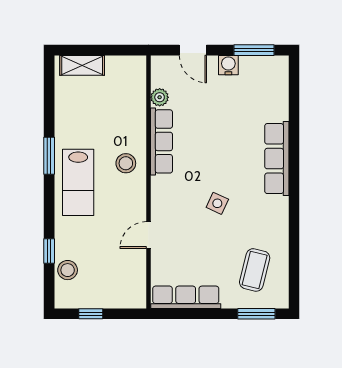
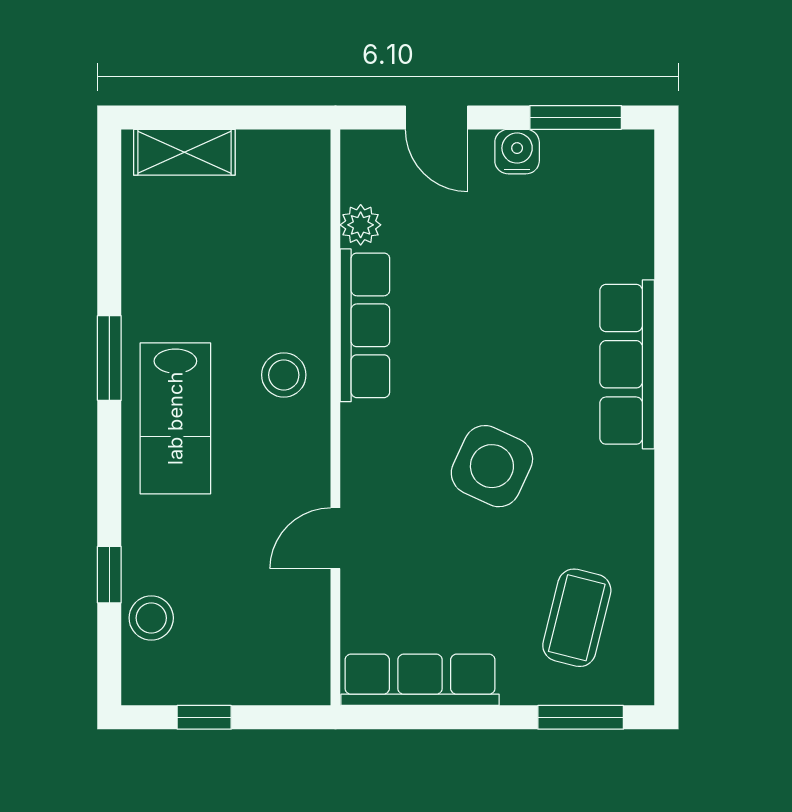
side table: (217, 203) -> (492, 466), width x1.87, depth x1.87

